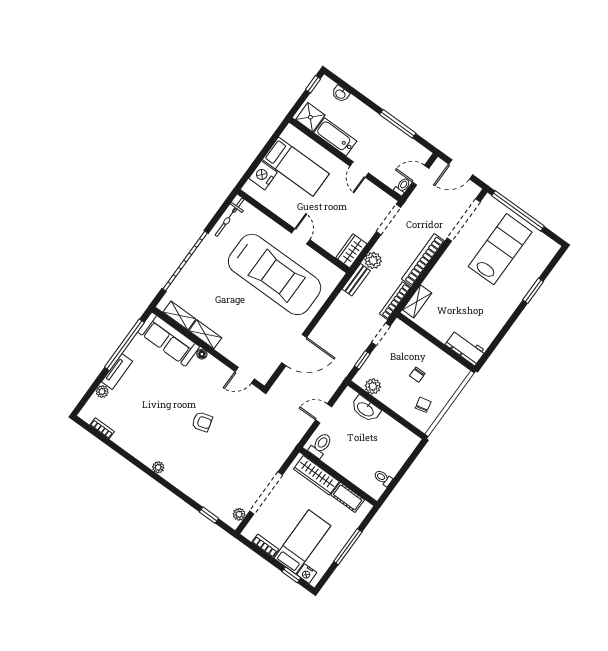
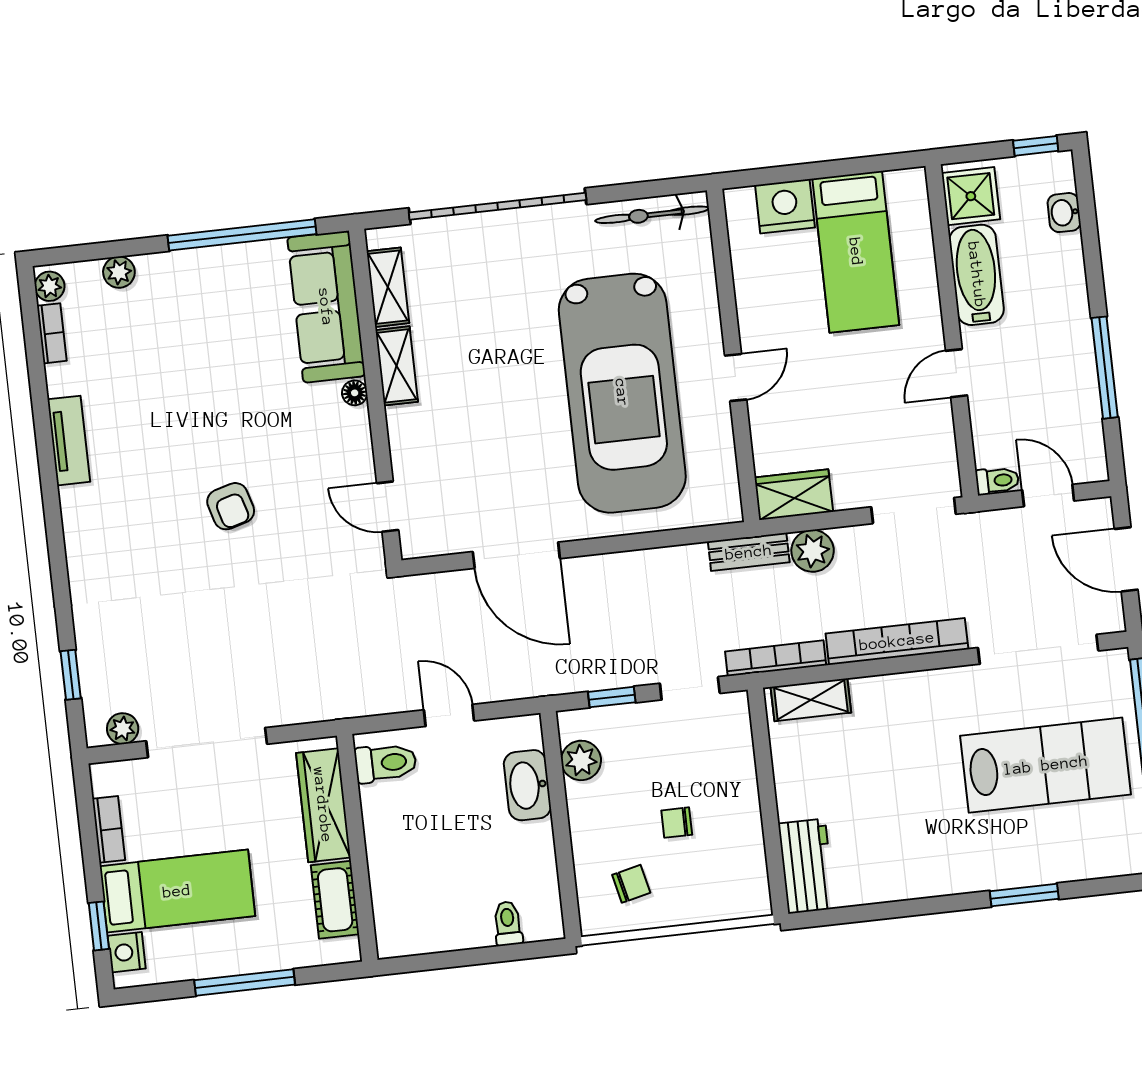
tv unit: (117, 371) -> (69, 441), moved, turned -90
plant: (158, 467) -> (50, 286), moved
toilet: (383, 478) -> (508, 923), moved

